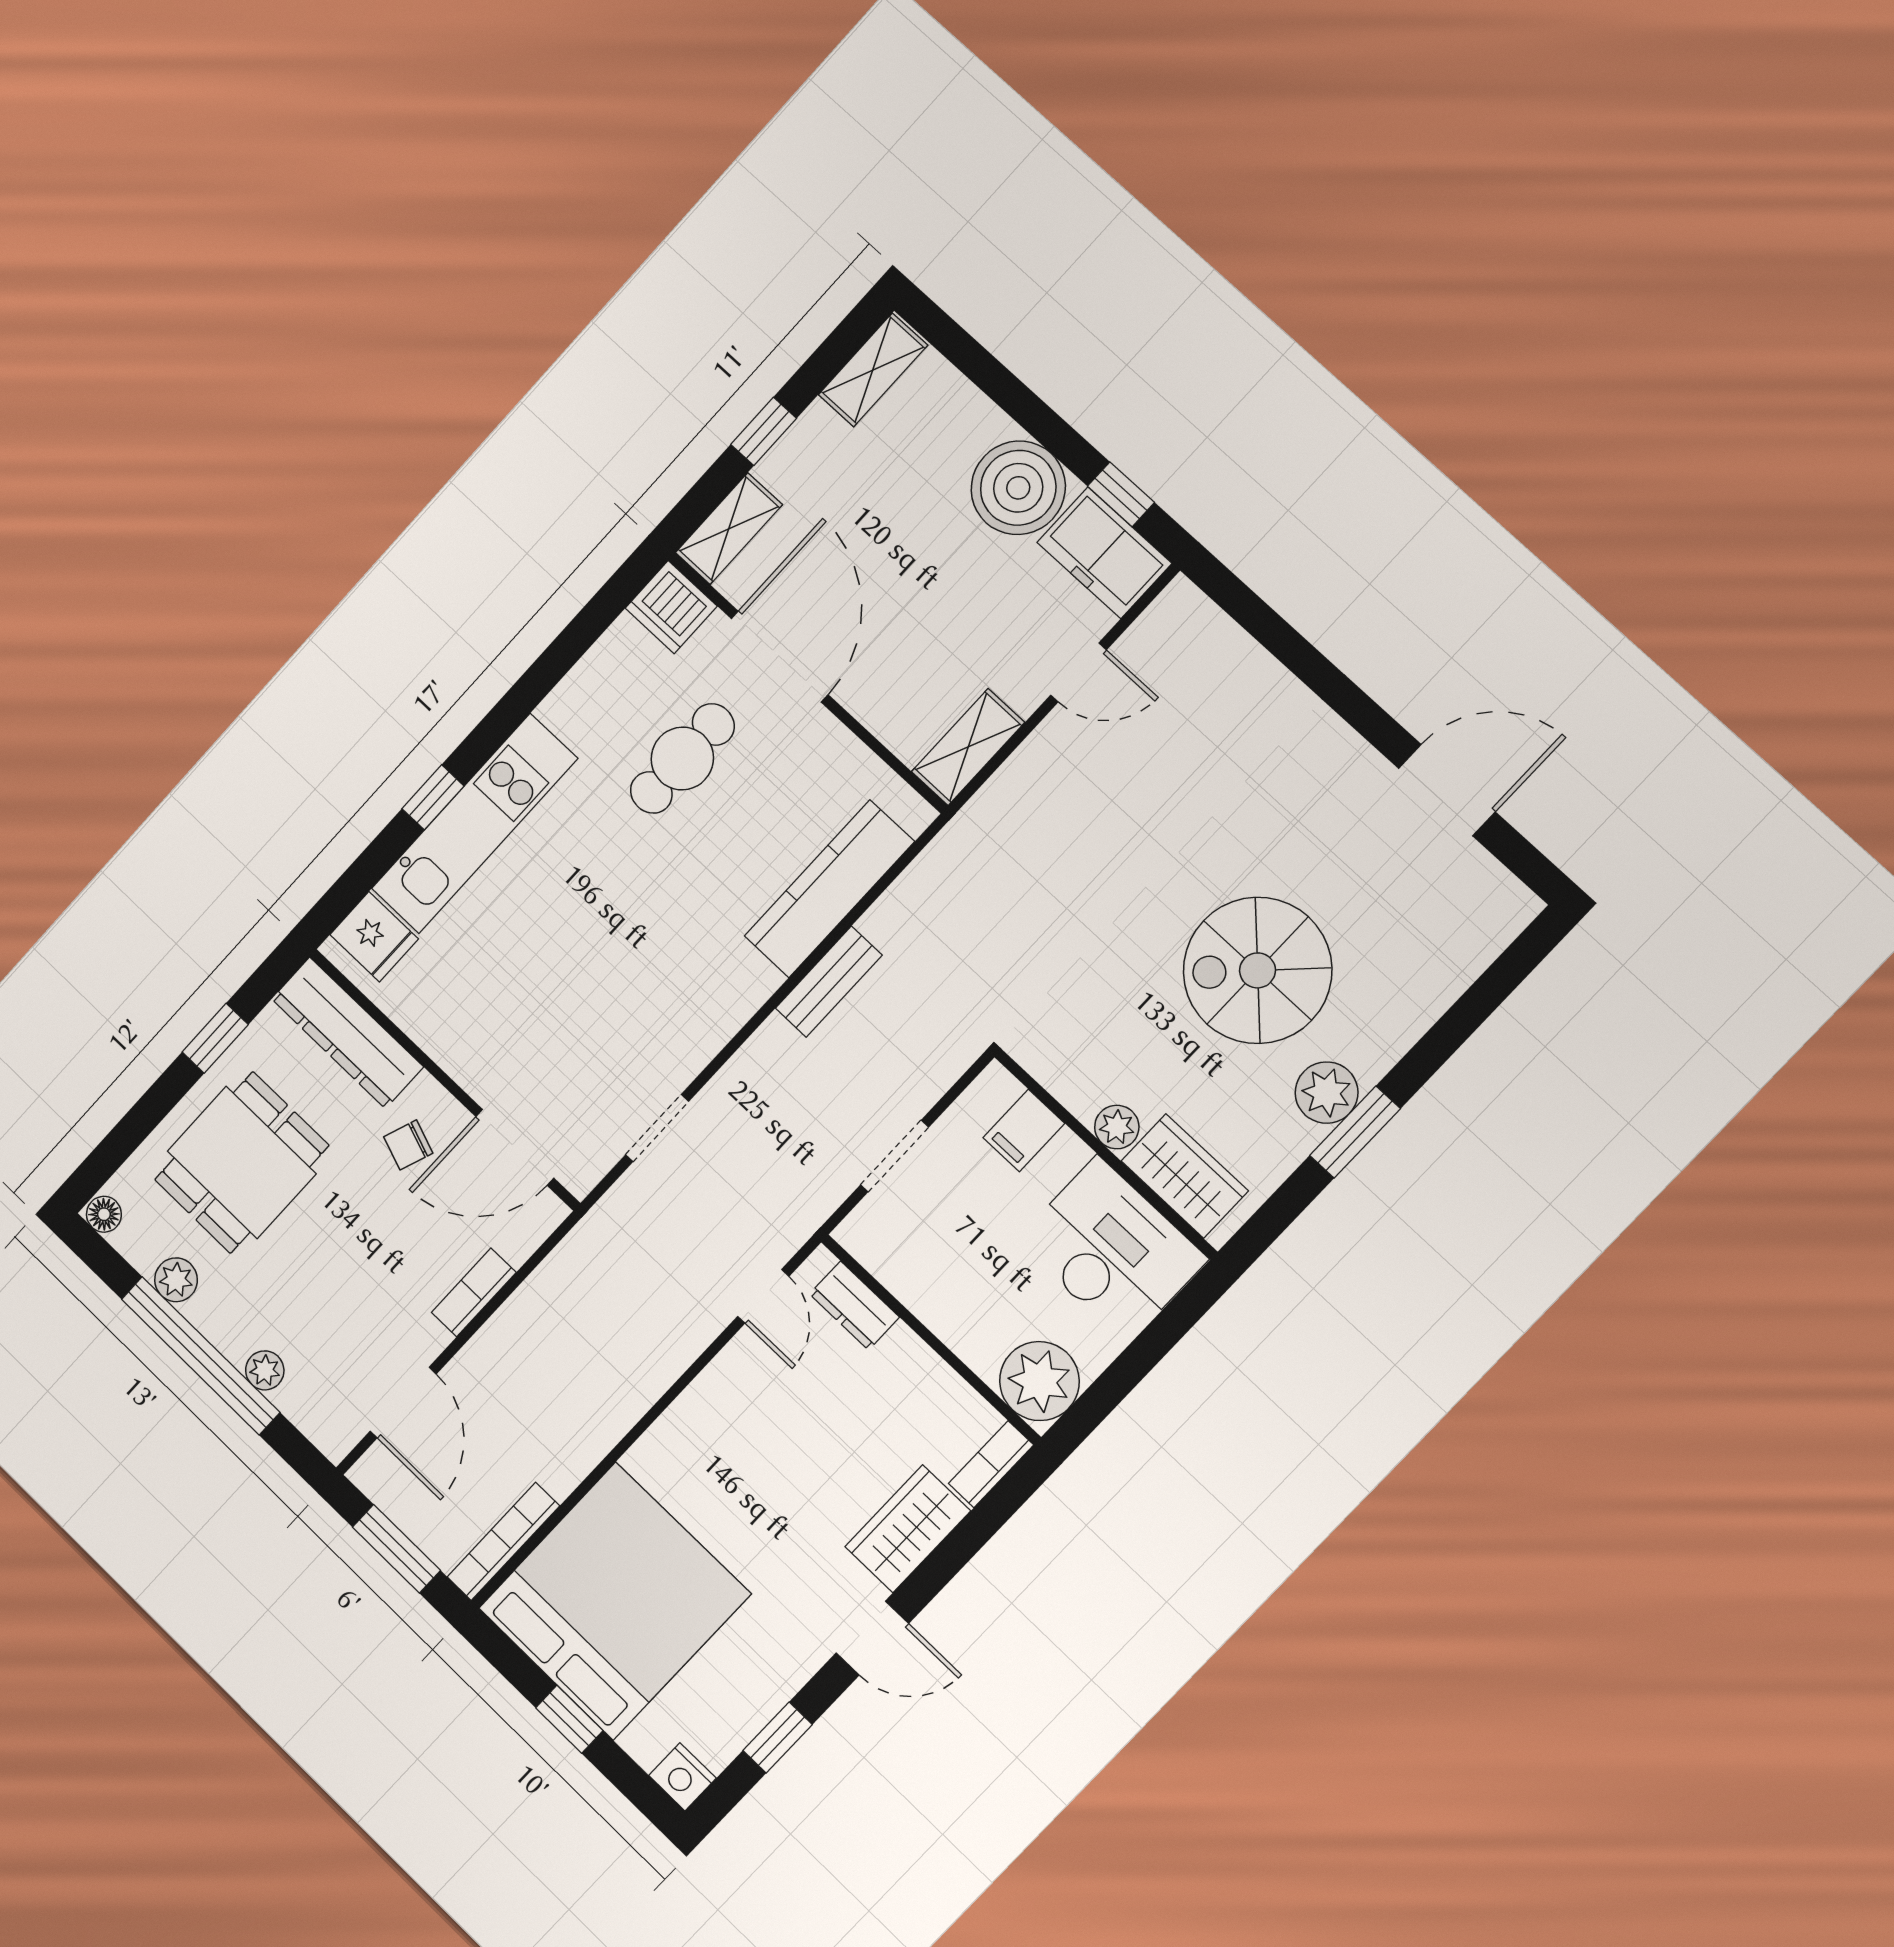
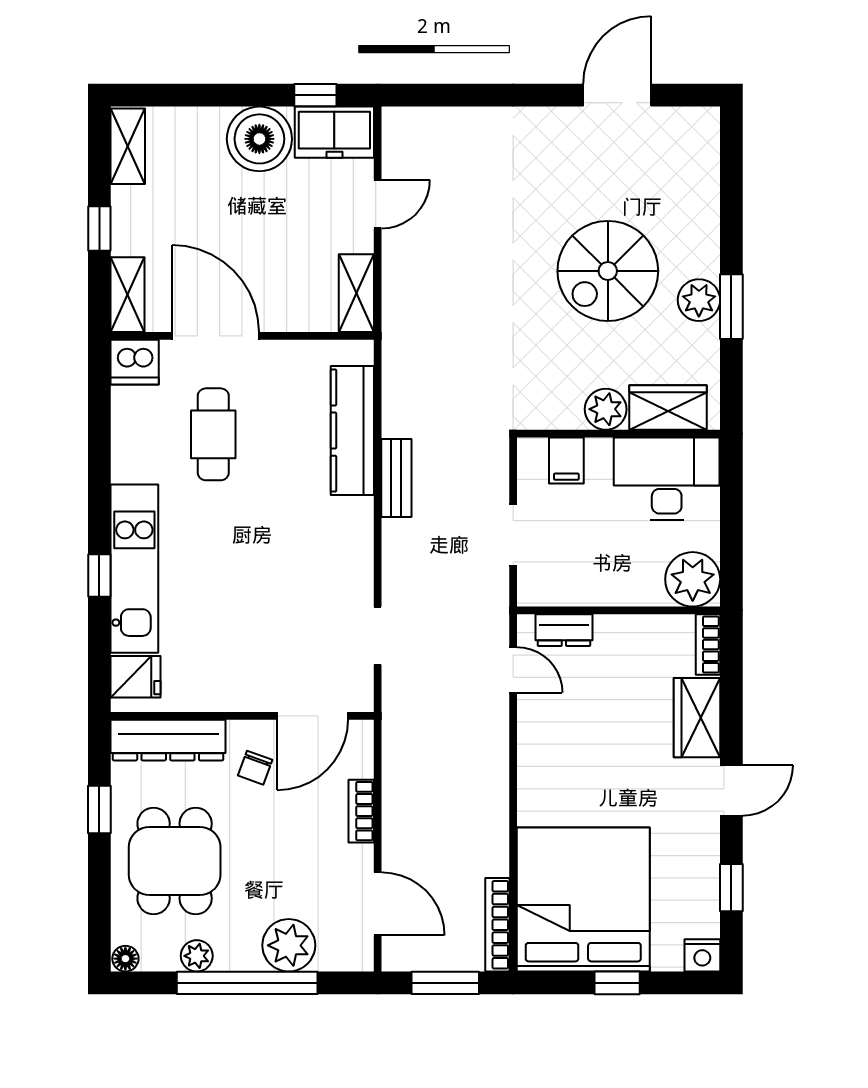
plant: (1117, 1127) -> (606, 409), width x1.38, depth x1.38
plant: (265, 1370) -> (289, 945), width x1.88, depth x1.88

